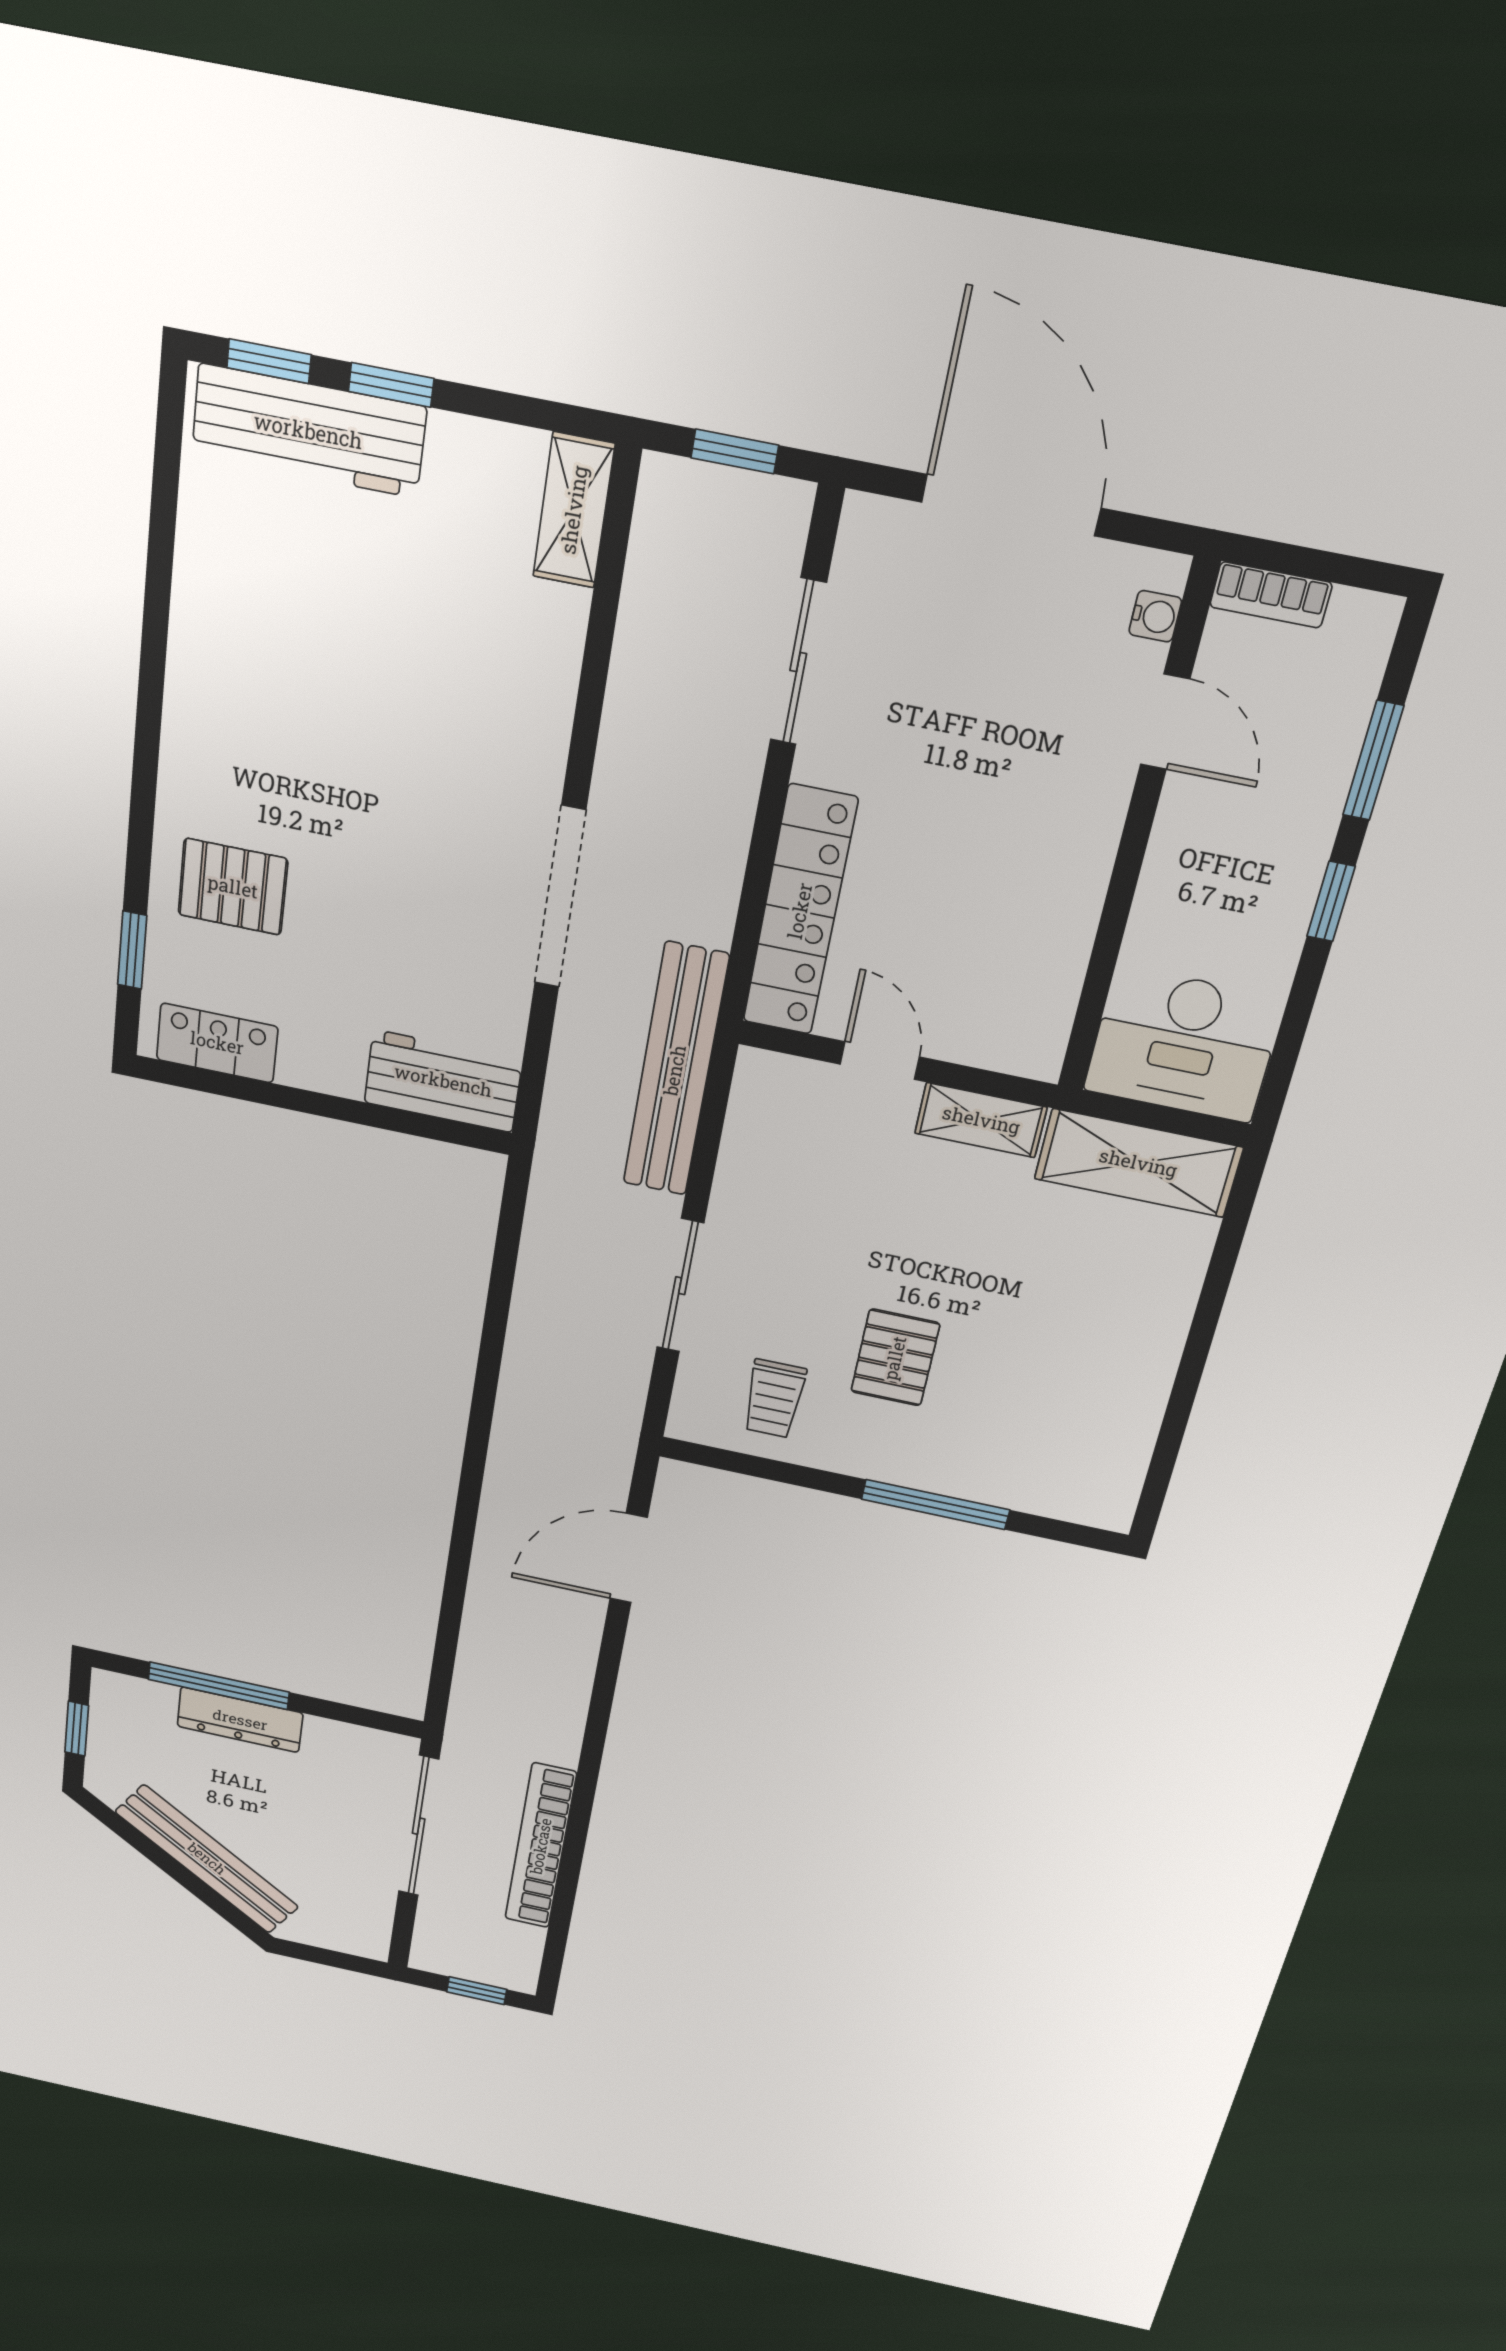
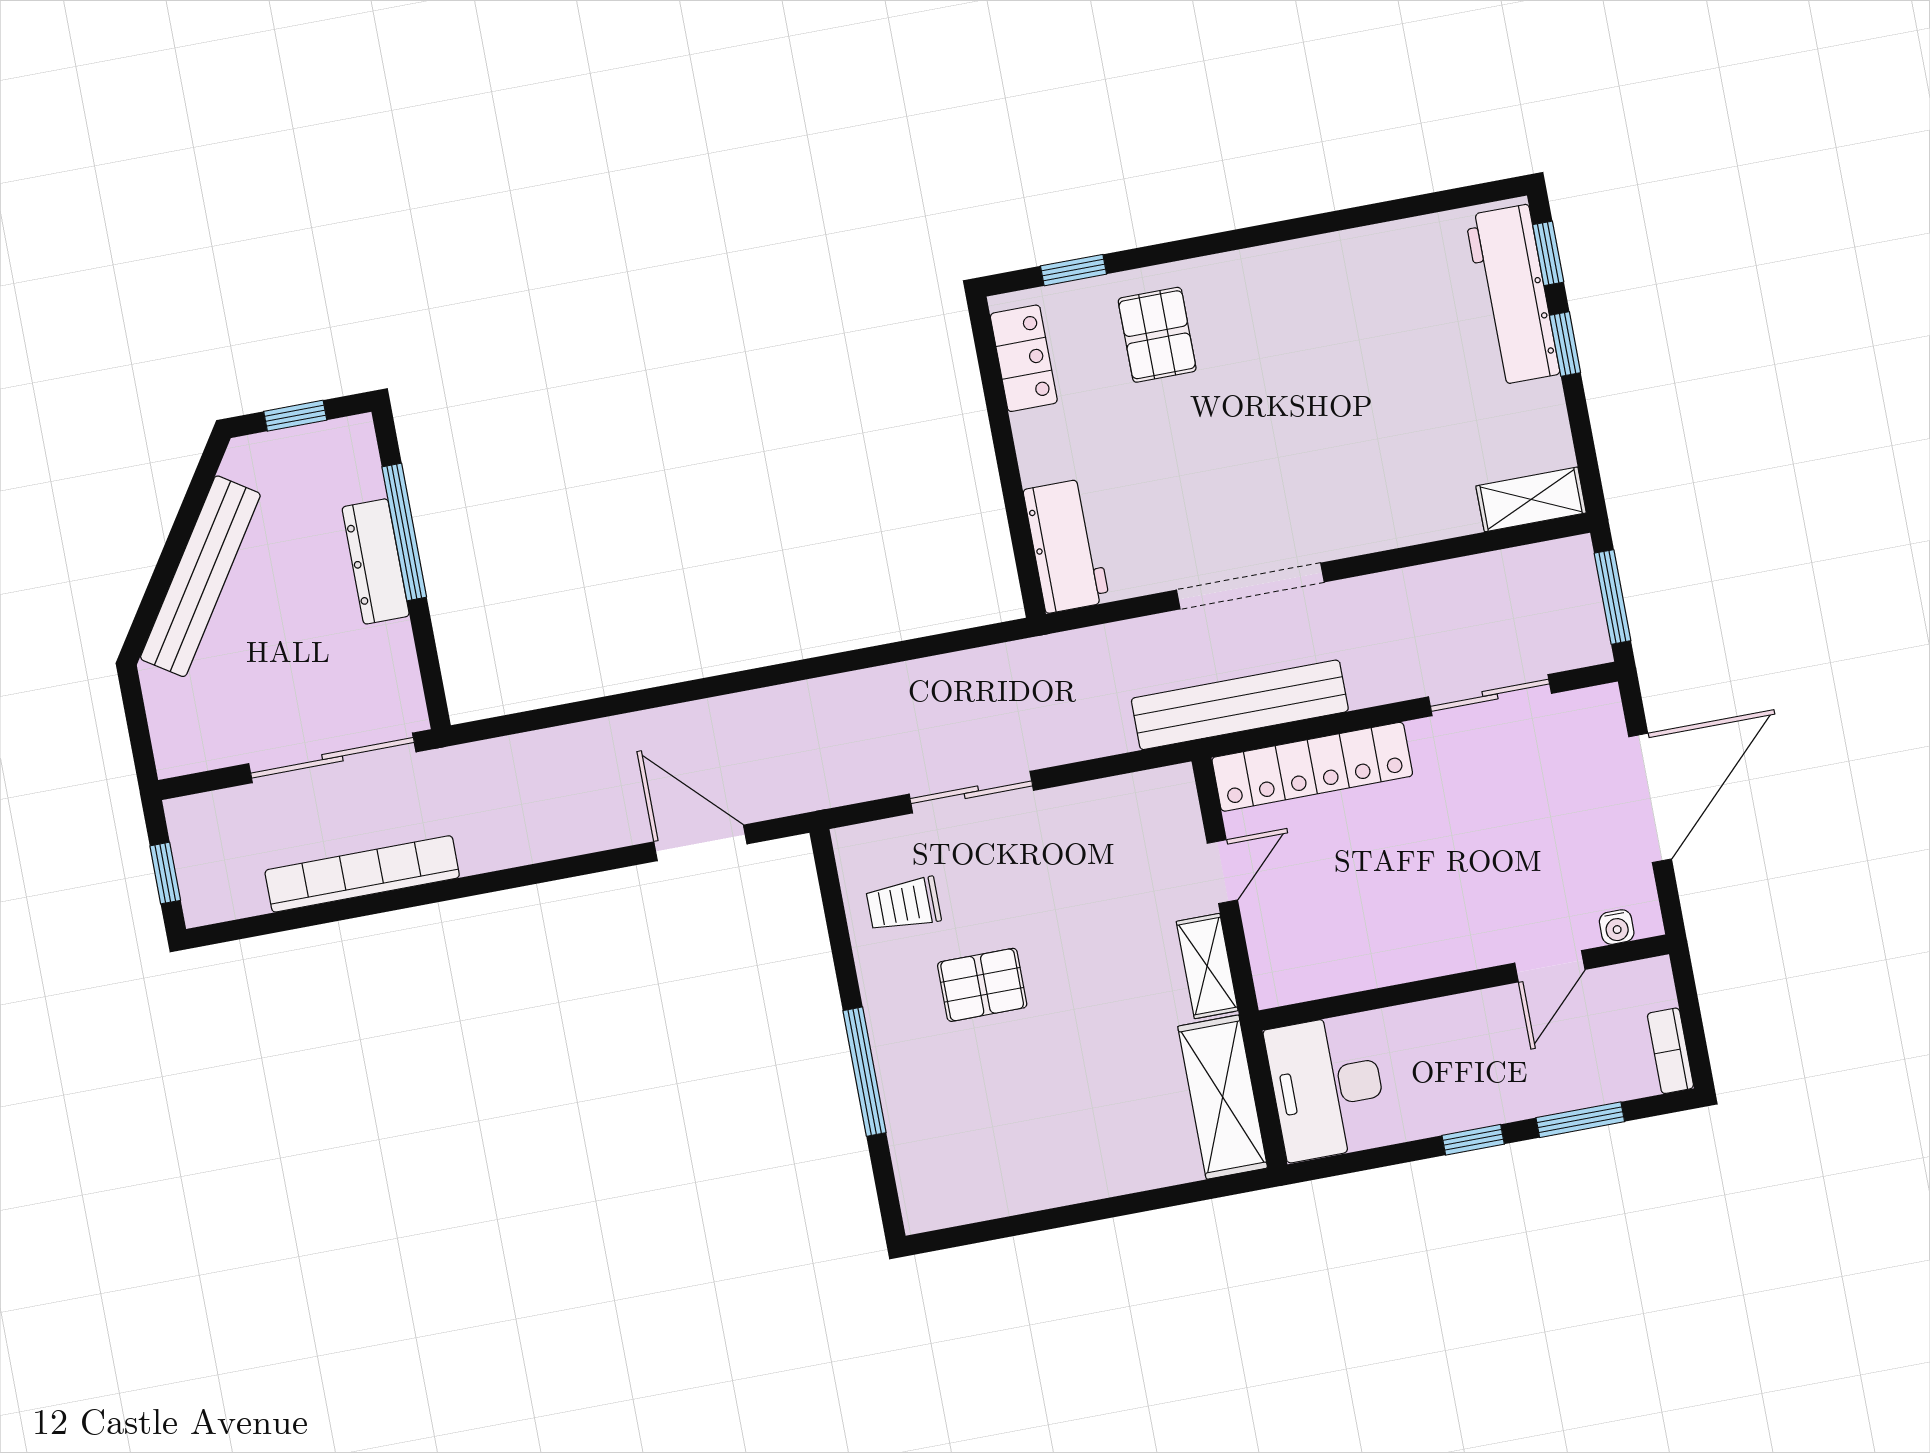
window: (735, 452) -> (1612, 597), width x1.50
bookcase: (1271, 595) -> (1670, 1051), moved
bench: (675, 1070) -> (1240, 705), moved

